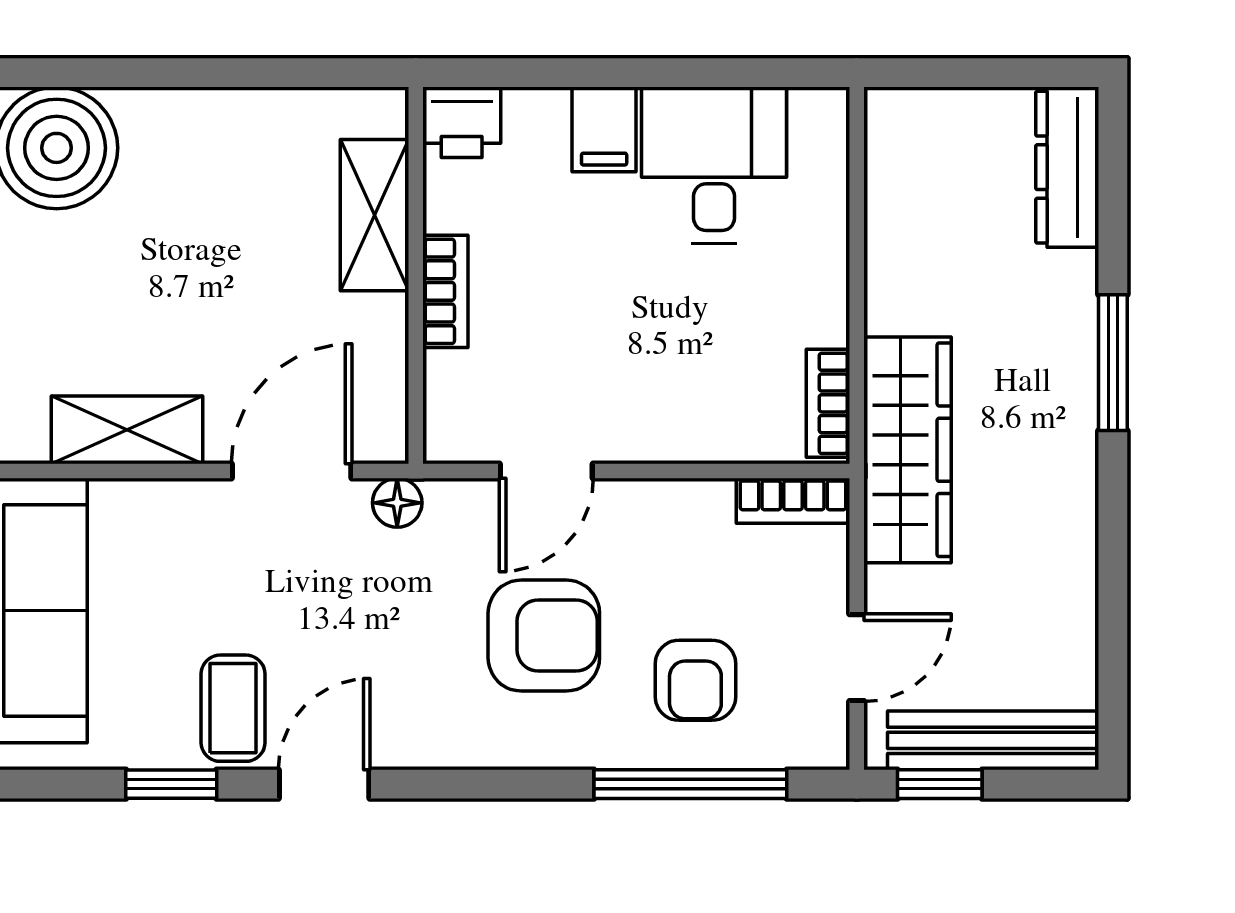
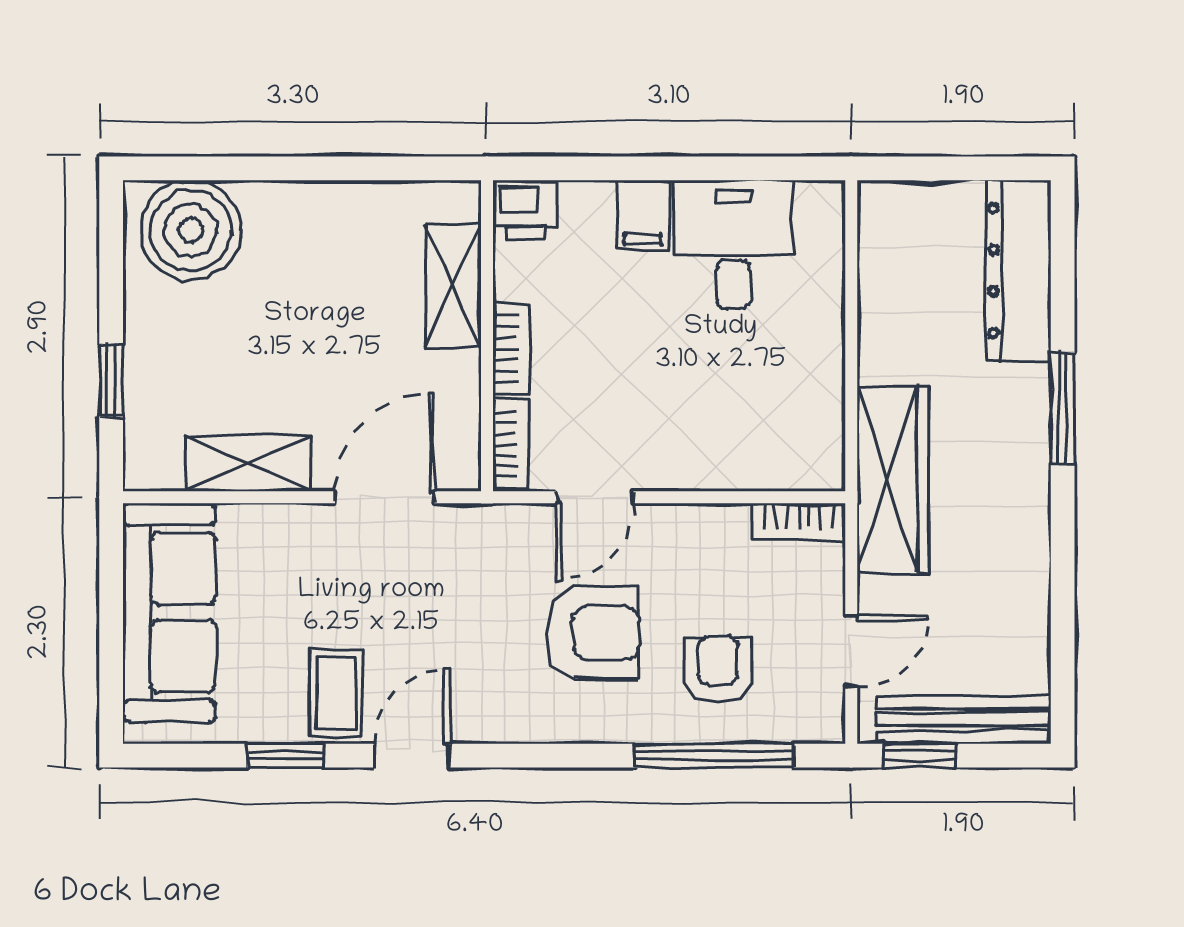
dresser: (1067, 167) -> (1019, 271), width x1.37, depth x1.24
bookcase: (828, 403) -> (511, 445), moved, turned 180
floor lamp: (397, 503) -> (472, 523), removed
armchair: (695, 680) -> (718, 670), turned 180

